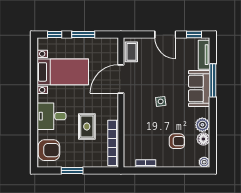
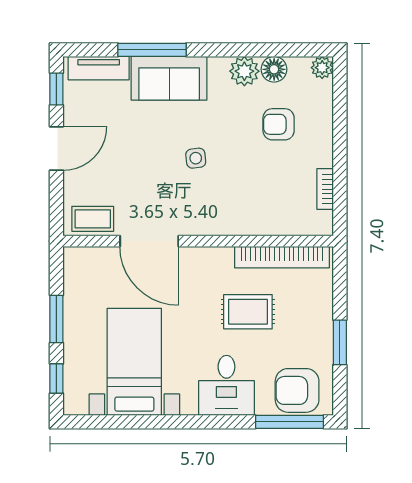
armchair: (177, 141) -> (279, 124), turned -90
window: (34, 146) -> (290, 422), added
armchair: (49, 150) -> (297, 390), turned -90

